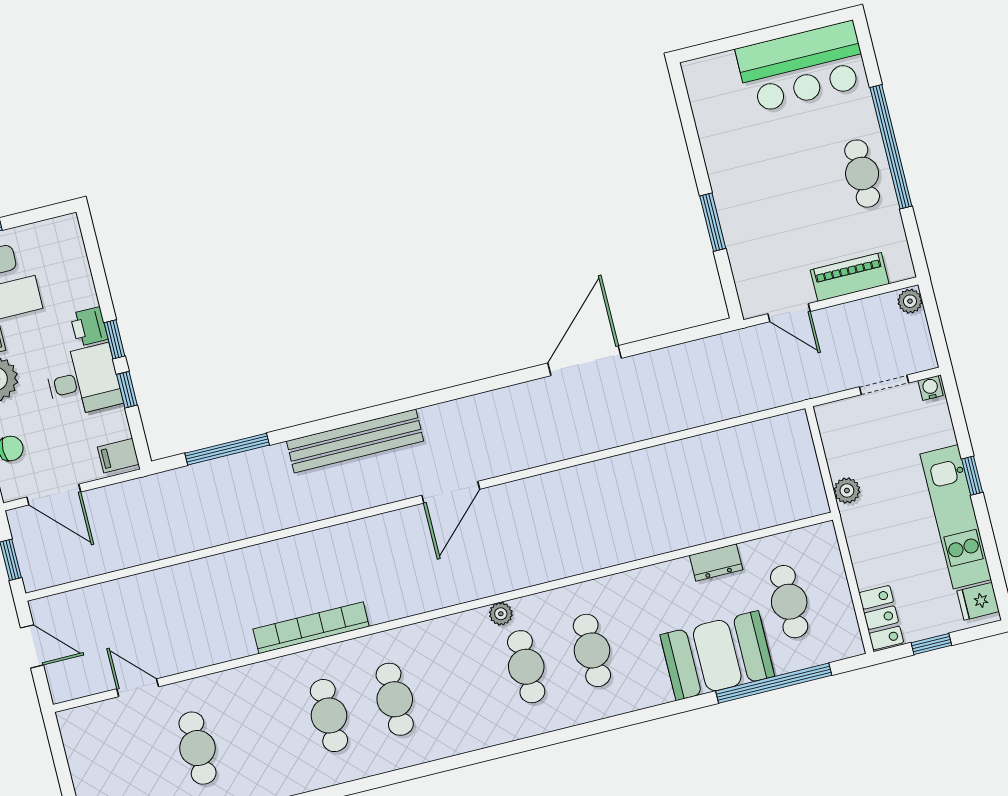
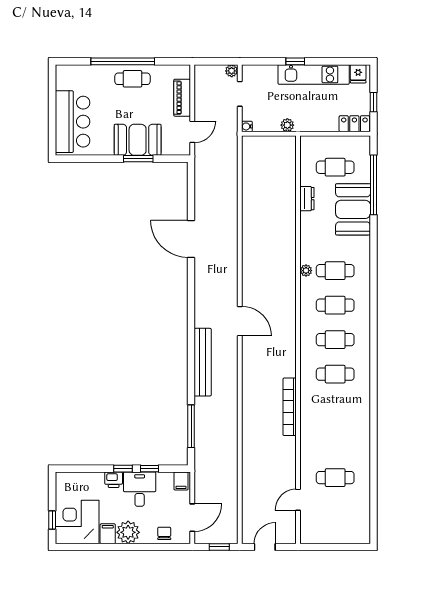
bar counter: (802, 67) -> (73, 122), moved
booth: (748, 212) -> (138, 140), added
plant: (910, 301) -> (232, 71), moved
water cooler: (931, 388) -> (247, 126), moved
plant: (501, 614) -> (306, 271), moved
cafe table: (329, 716) -> (335, 340), moved

